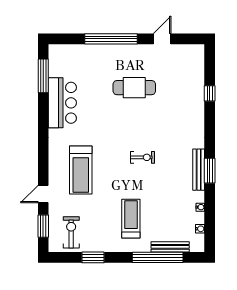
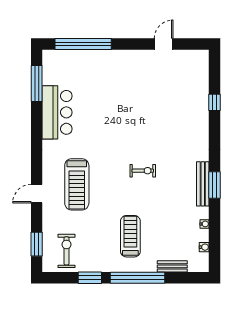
window: (111, 39) -> (83, 44), moved
cafe table: (134, 88) -> (134, 96), removed
door: (43, 194) -> (37, 194), moved
bench: (170, 247) -> (172, 266), width x0.73
window: (158, 257) -> (138, 278), moved

